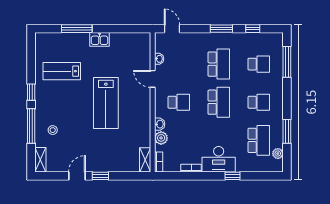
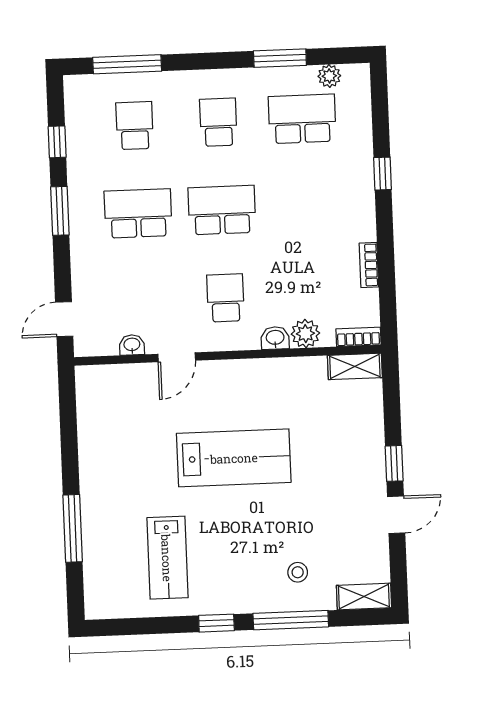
kitchen sink: (100, 39) -> (94, 477), removed
desk: (219, 159) -> (347, 205), removed
door: (77, 176) -> (396, 515), swing flipped

